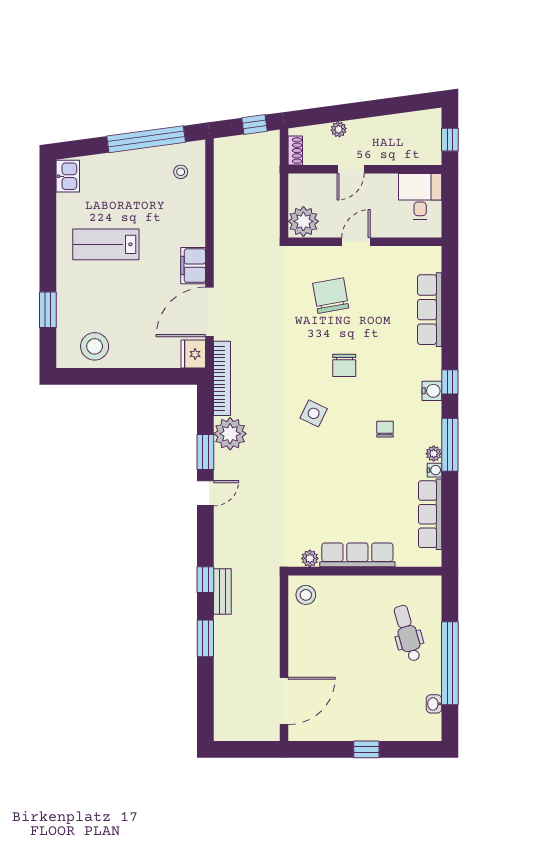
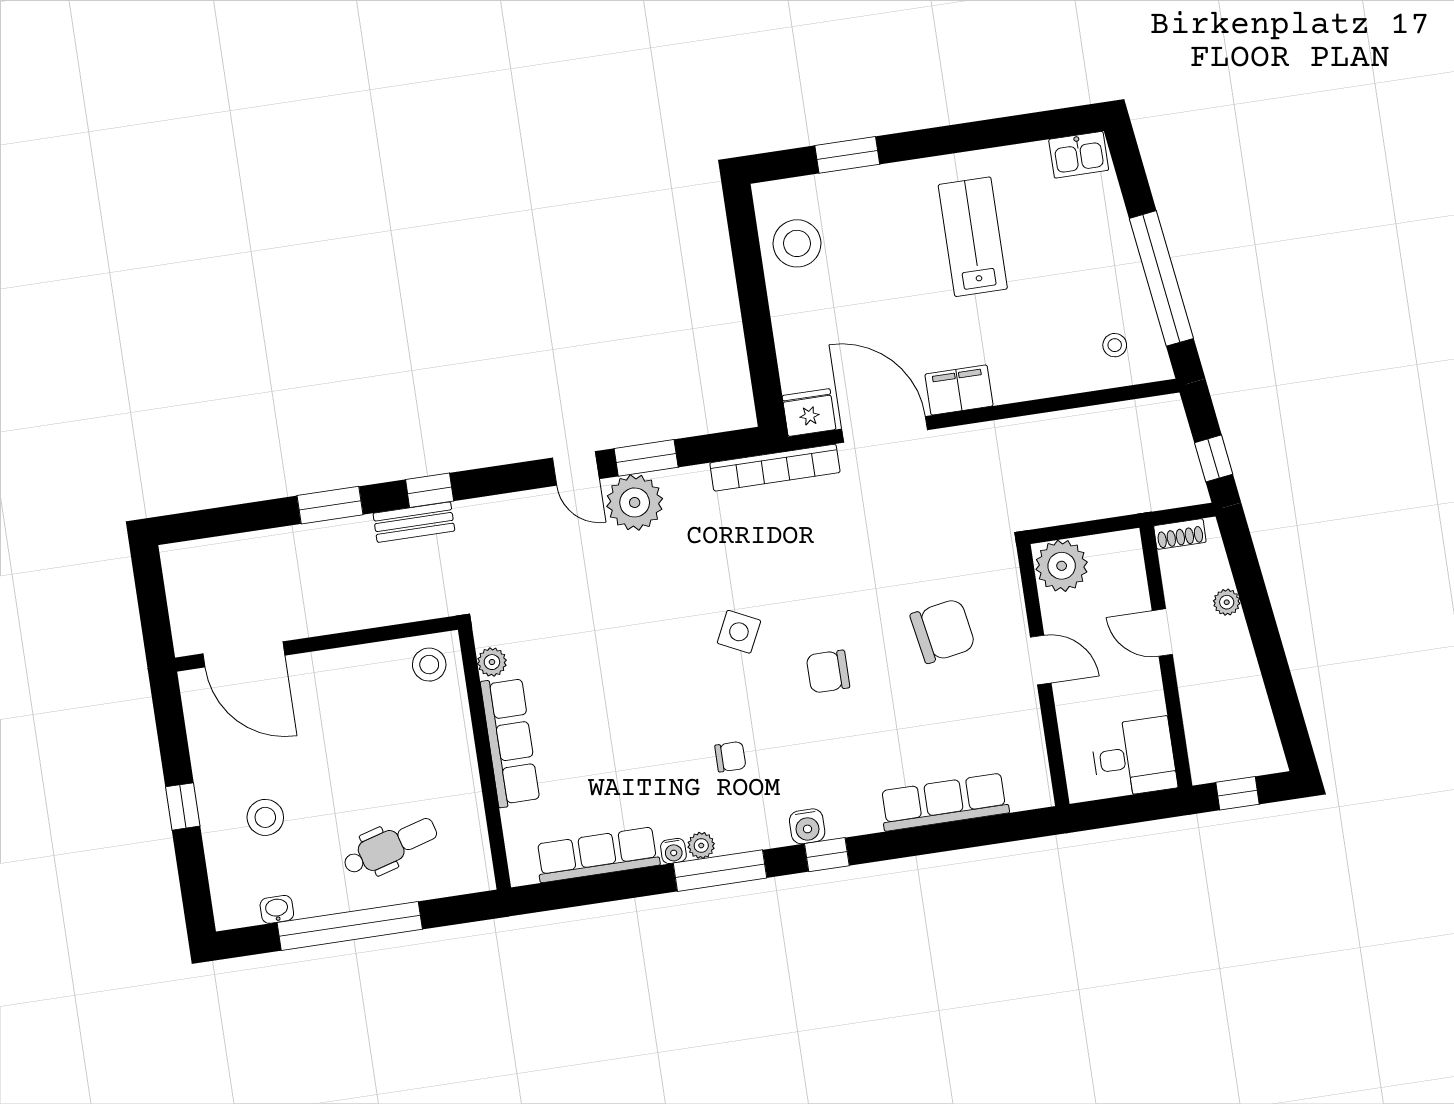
plant: (230, 434) -> (635, 502), moved
stool: (380, 703) -> (265, 817), added

